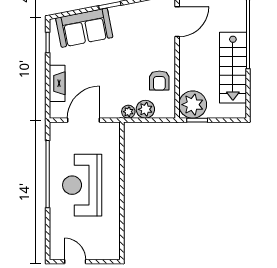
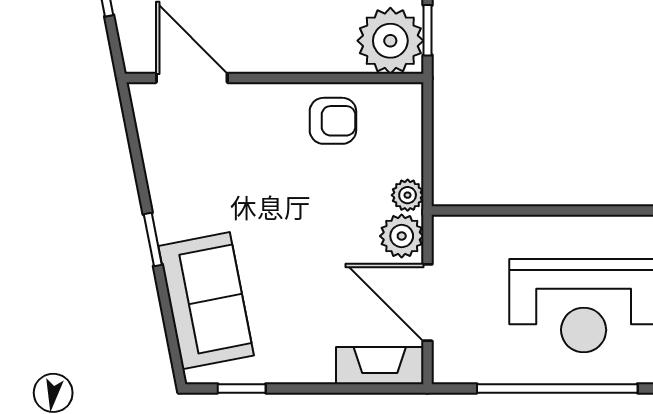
fireplace: (57, 83) -> (380, 366), moved
plant: (145, 109) -> (402, 236), moved

